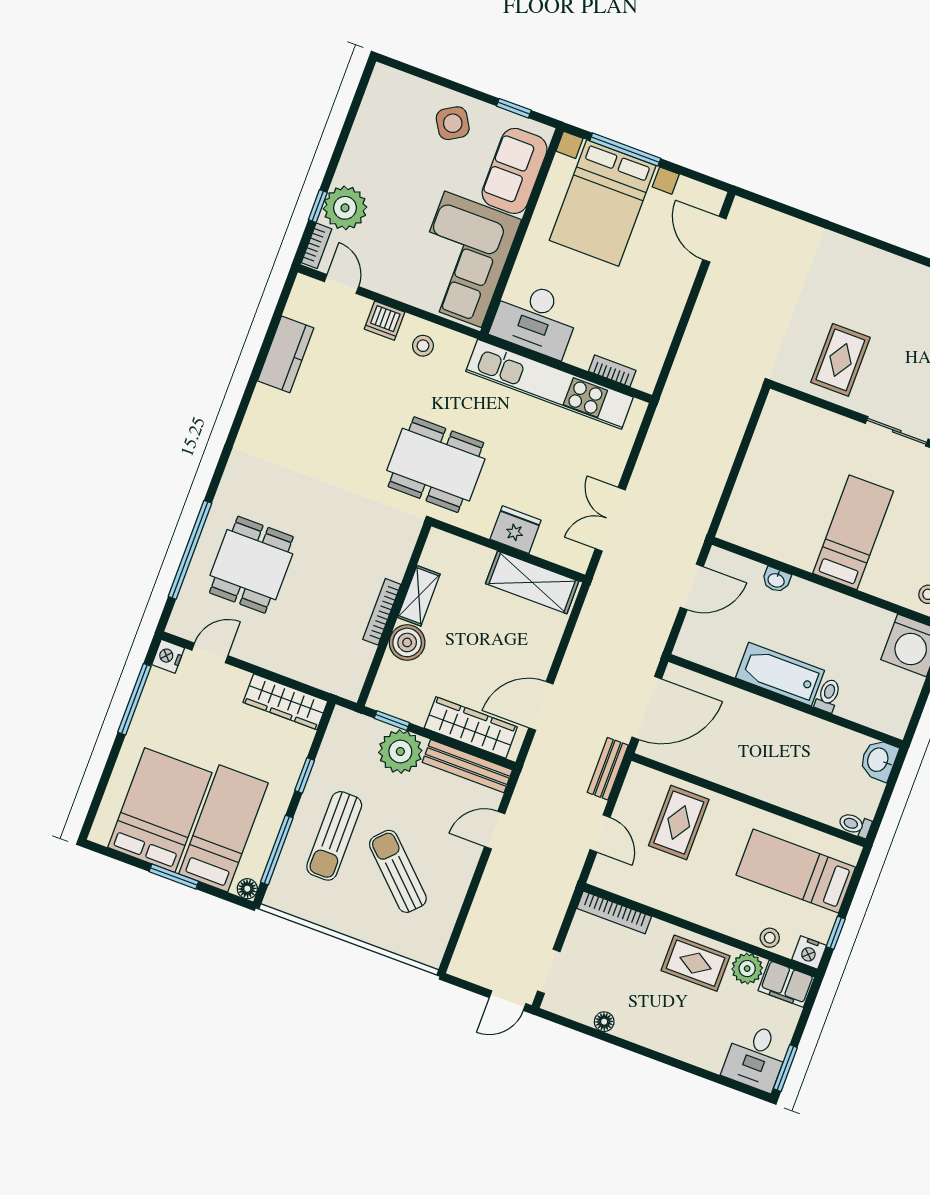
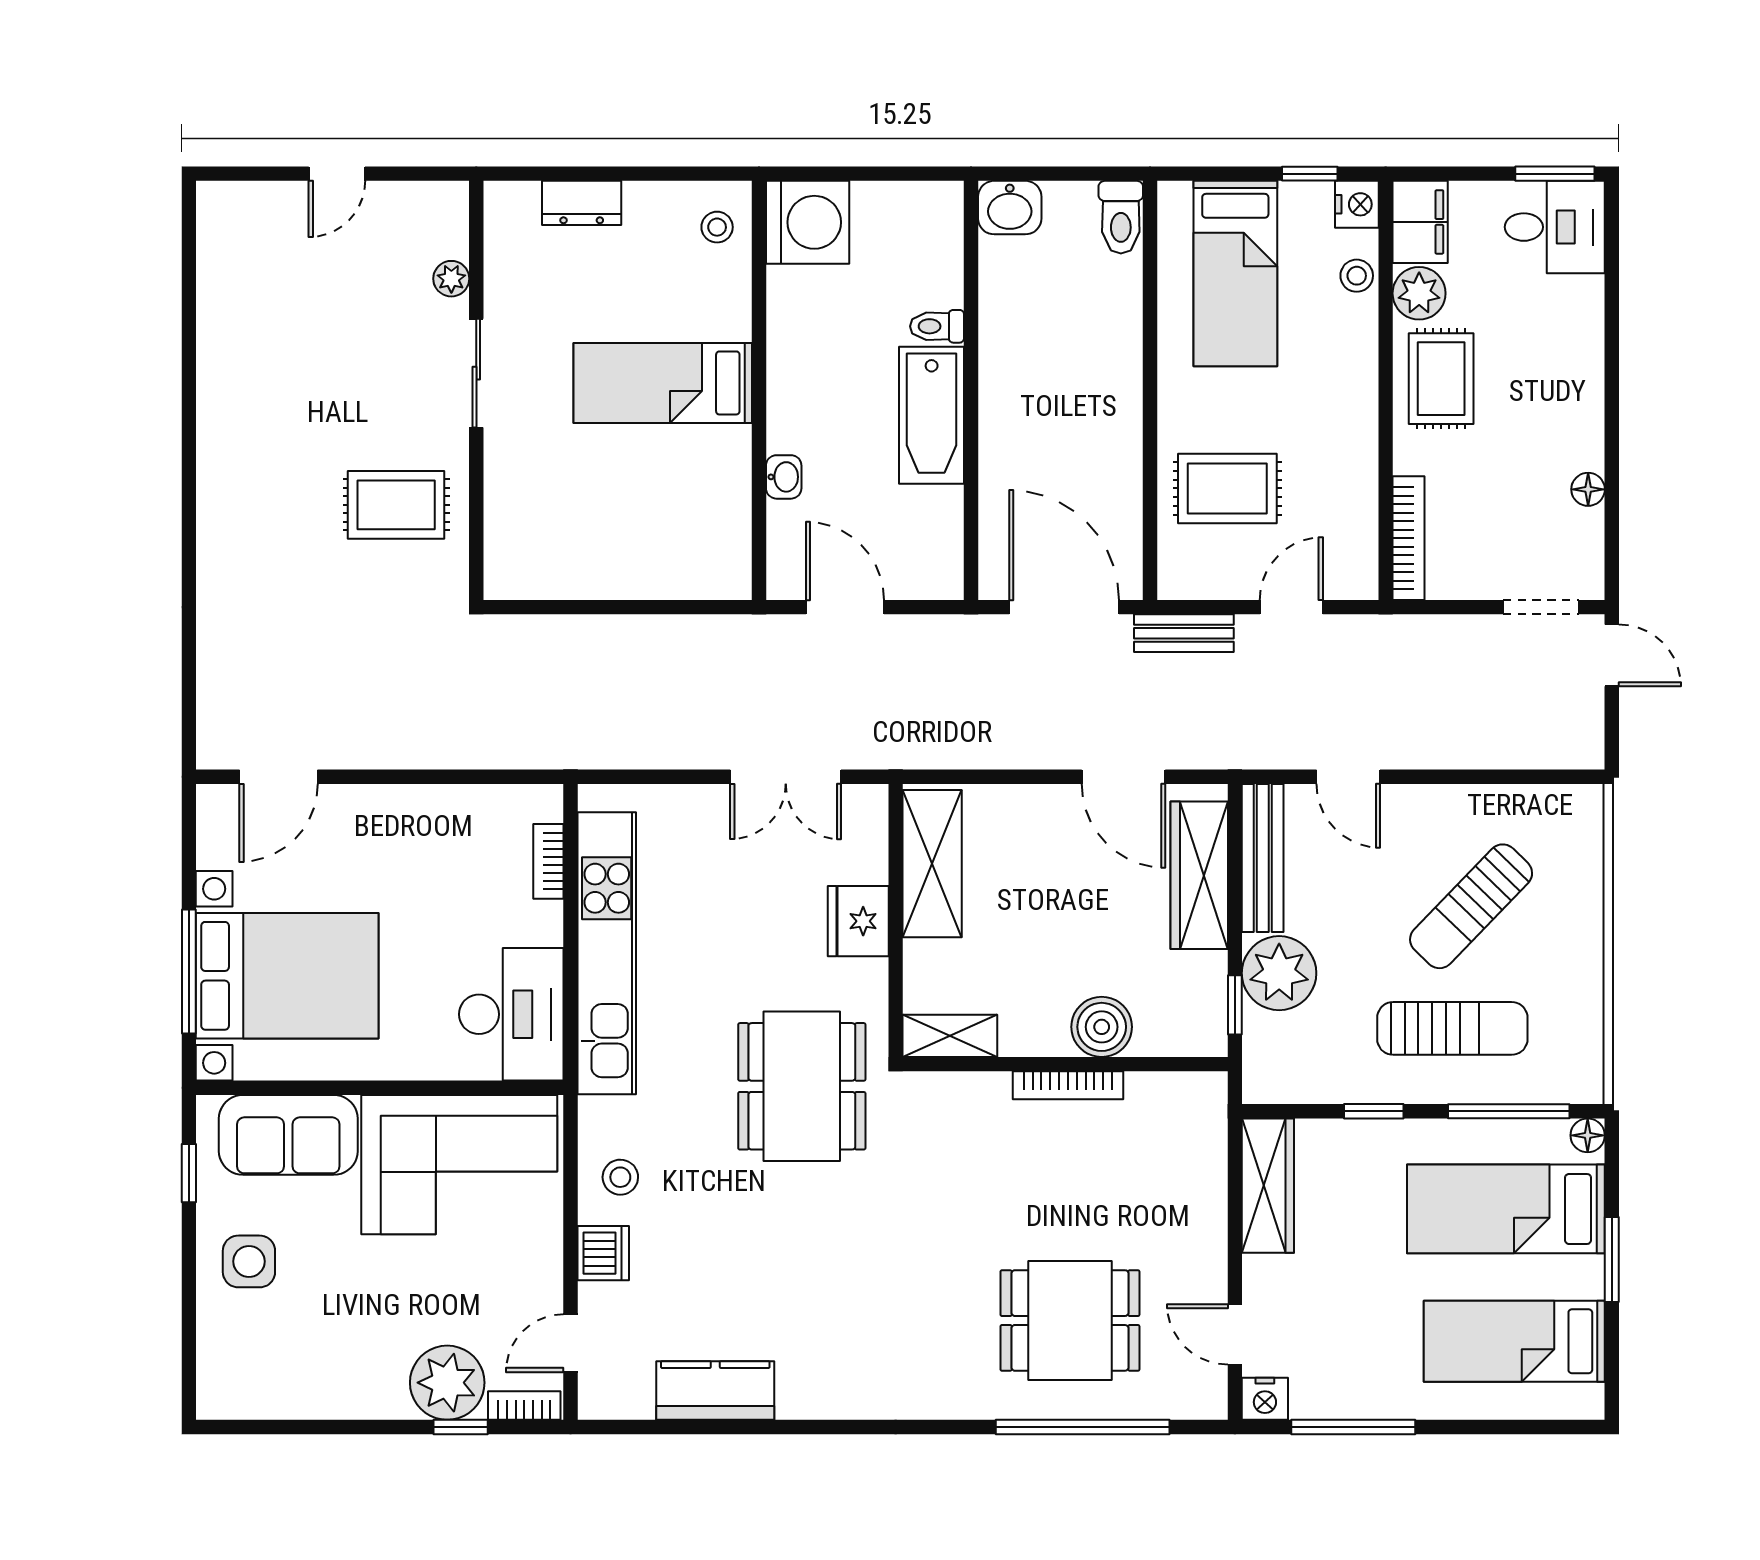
side table: (453, 123) -> (249, 1261), turned 31
shelving: (419, 596) -> (950, 1036), moved
bed: (160, 810) -> (1514, 1341), width x0.67
toilet: (855, 825) -> (1121, 217), width x1.37, depth x1.39

